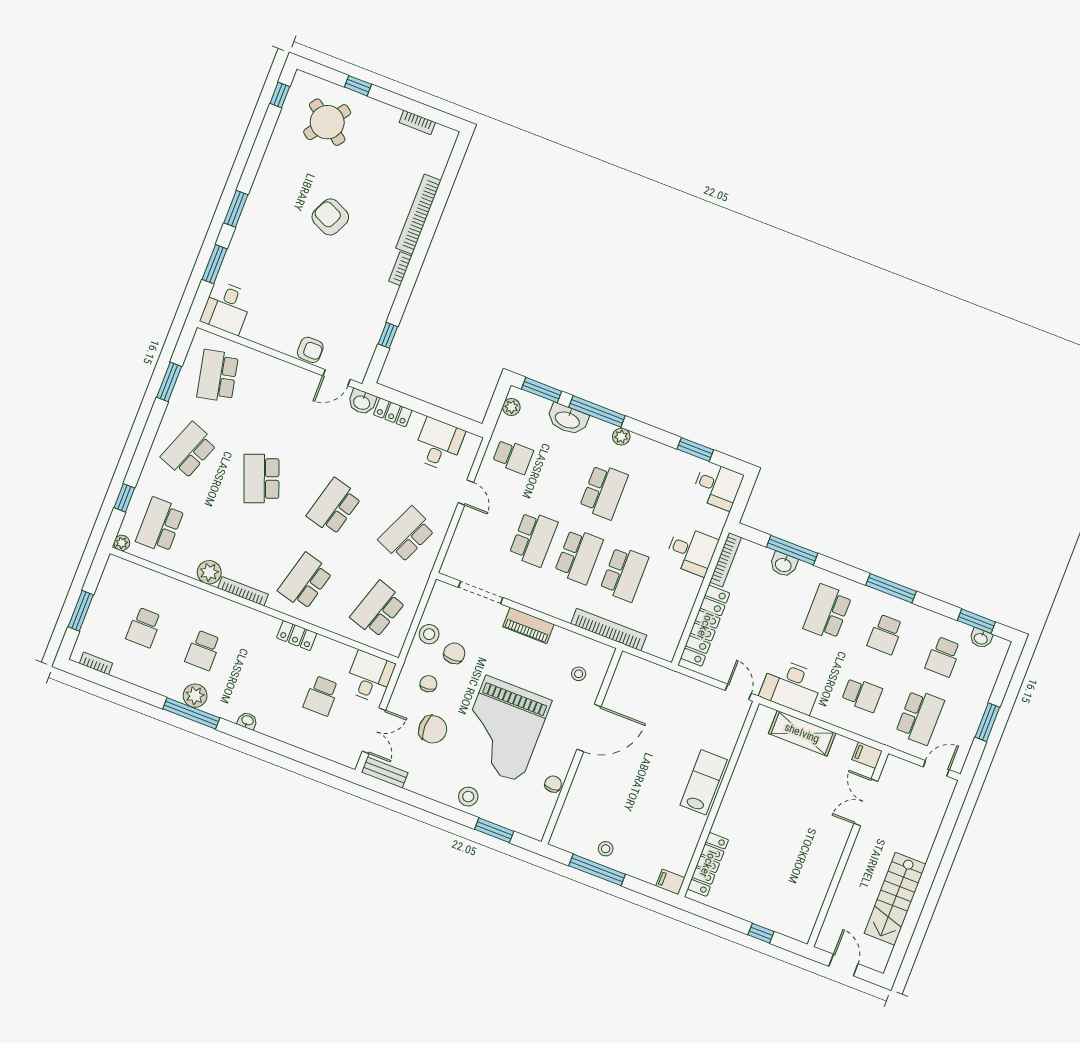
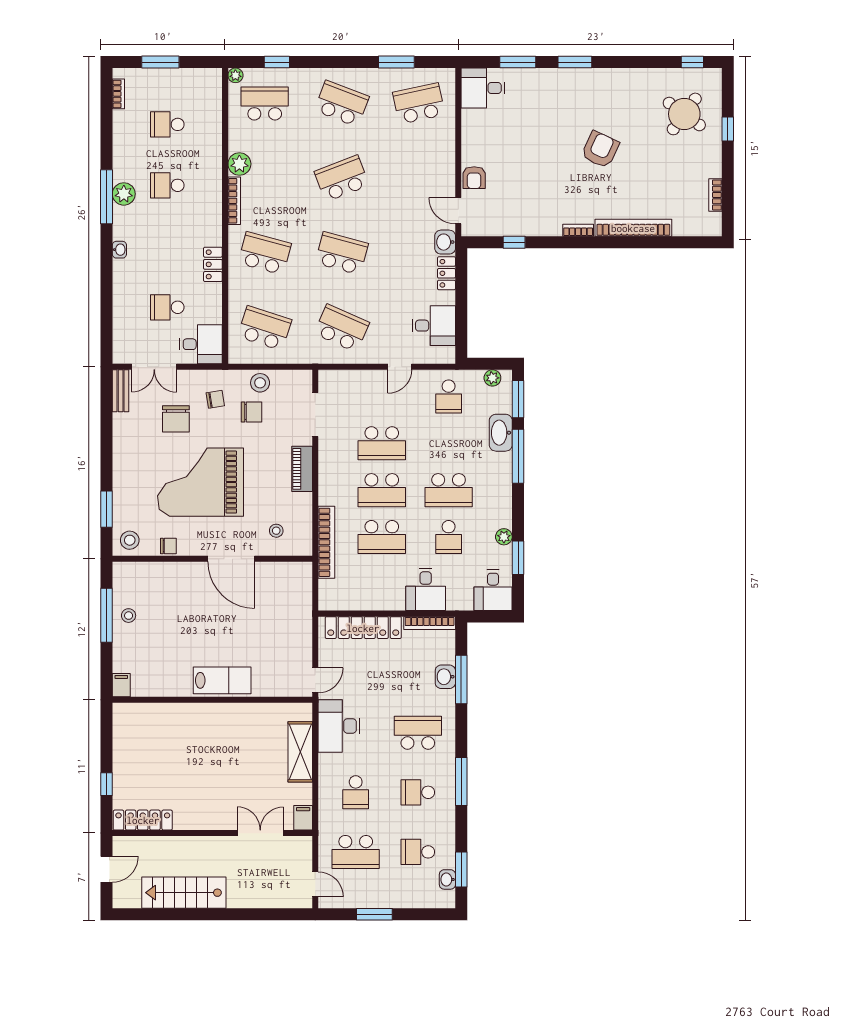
plant: (621, 437) -> (504, 537), moved
school desk: (649, 509) -> (449, 537), added
stool: (468, 797) -> (130, 540), moved
locker: (708, 864) -> (143, 820), moved, turned 180

